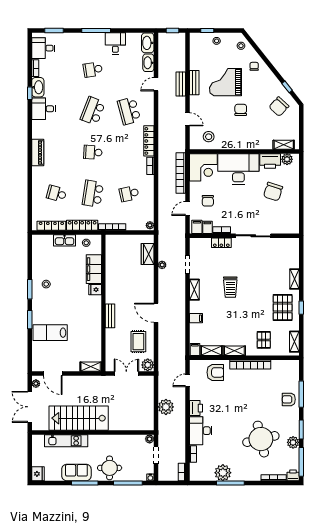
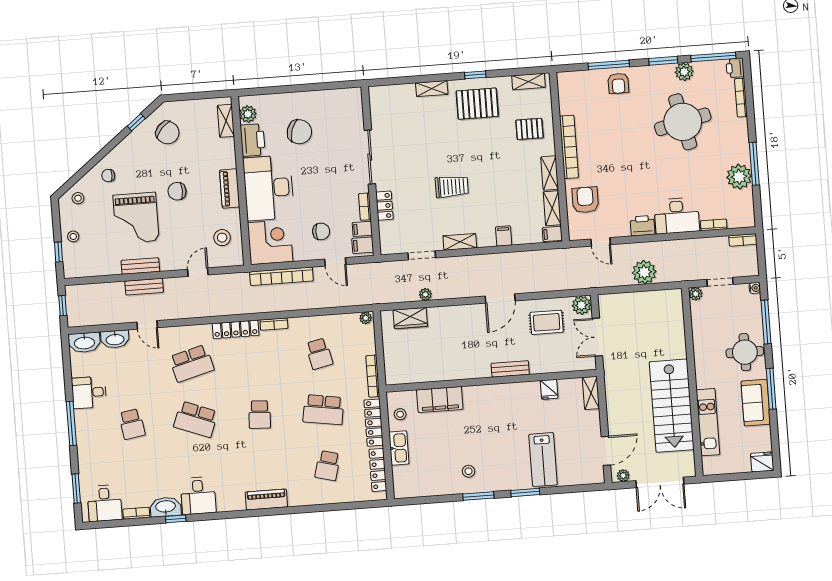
piano: (240, 144) -> (230, 189), added
fridge: (95, 290) -> (549, 389), moved

